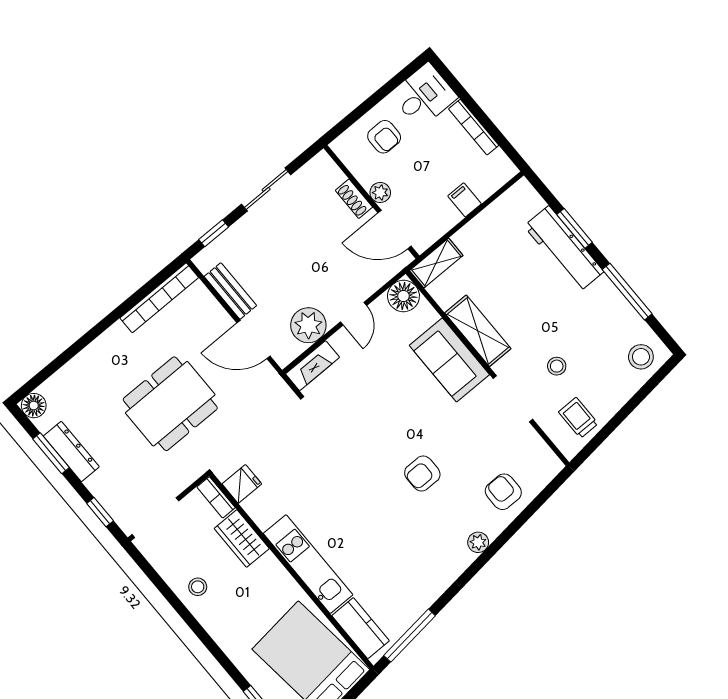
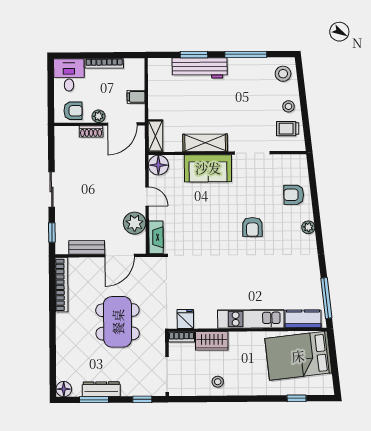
plant: (380, 193) -> (99, 116), moved
shoe rack: (354, 199) -> (91, 132), moved
wall: (371, 202) -> (100, 124), moved
door: (395, 230) -> (122, 124), moved
stool: (557, 366) -> (289, 106), moved

